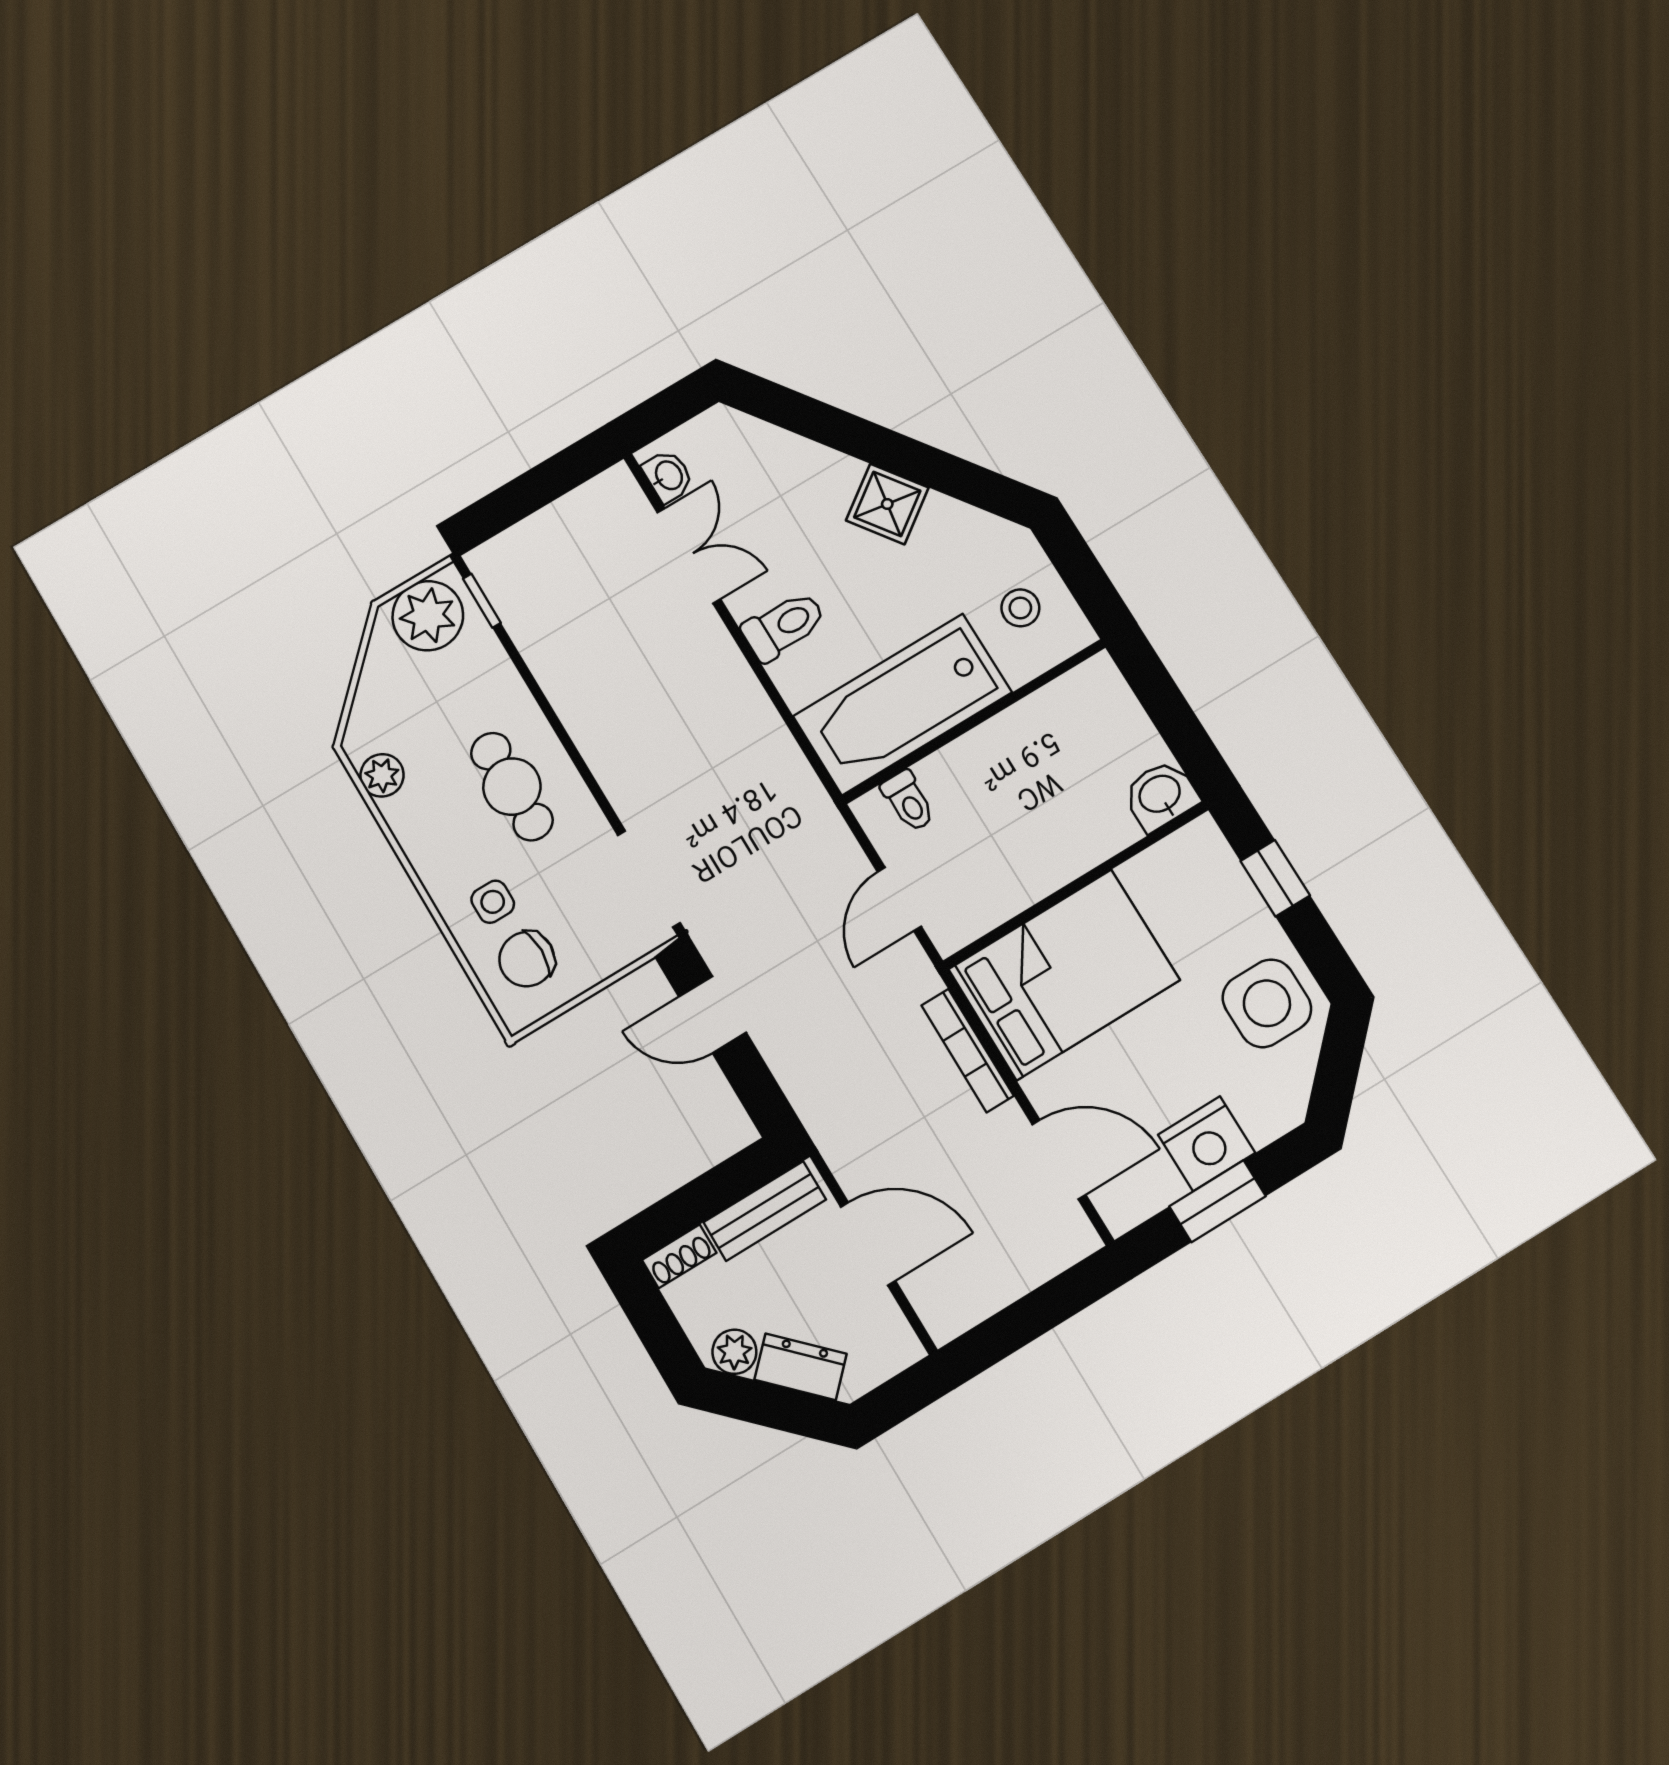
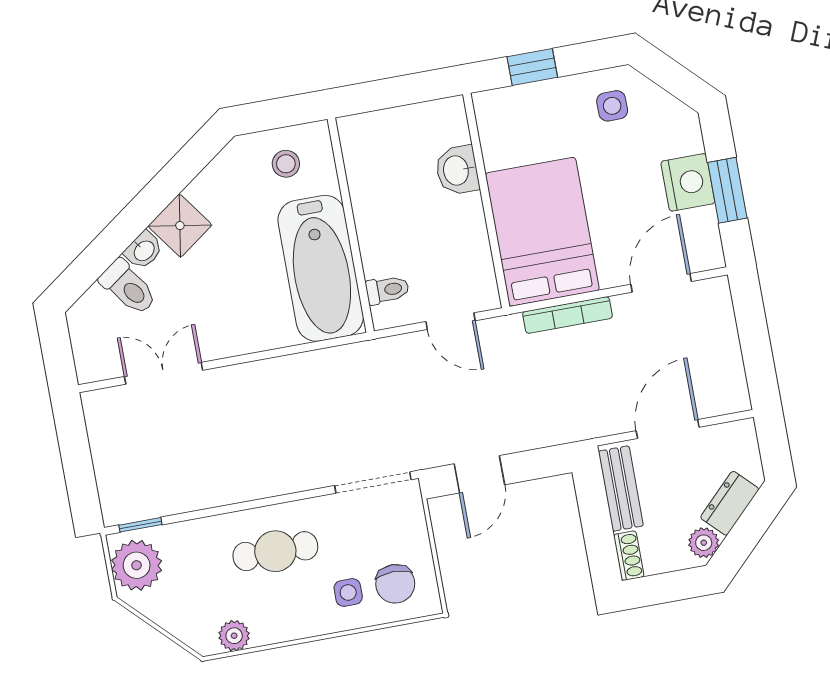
washbasin: (668, 476) -> (144, 250), moved, turned 144
toilet: (784, 626) -> (128, 287), moved, turned 144
washbasin: (1161, 795) -> (457, 170), moved
side table: (1267, 1003) -> (612, 106), width x0.54, depth x0.54

